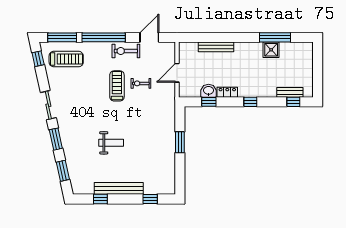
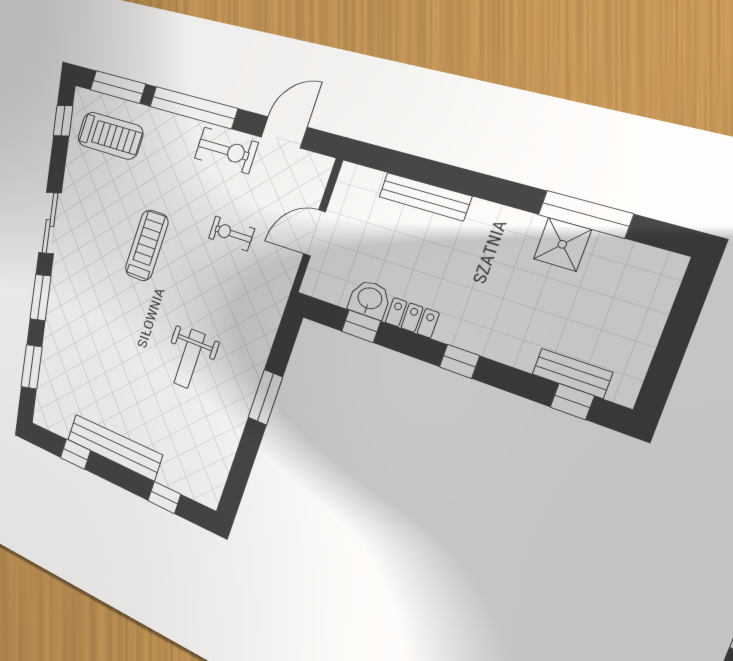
exercise bike: (126, 51) -> (226, 150), turned 180
treadmill: (117, 86) -> (147, 245), moved
weight bench: (111, 143) -> (190, 359), moved, turned 90

